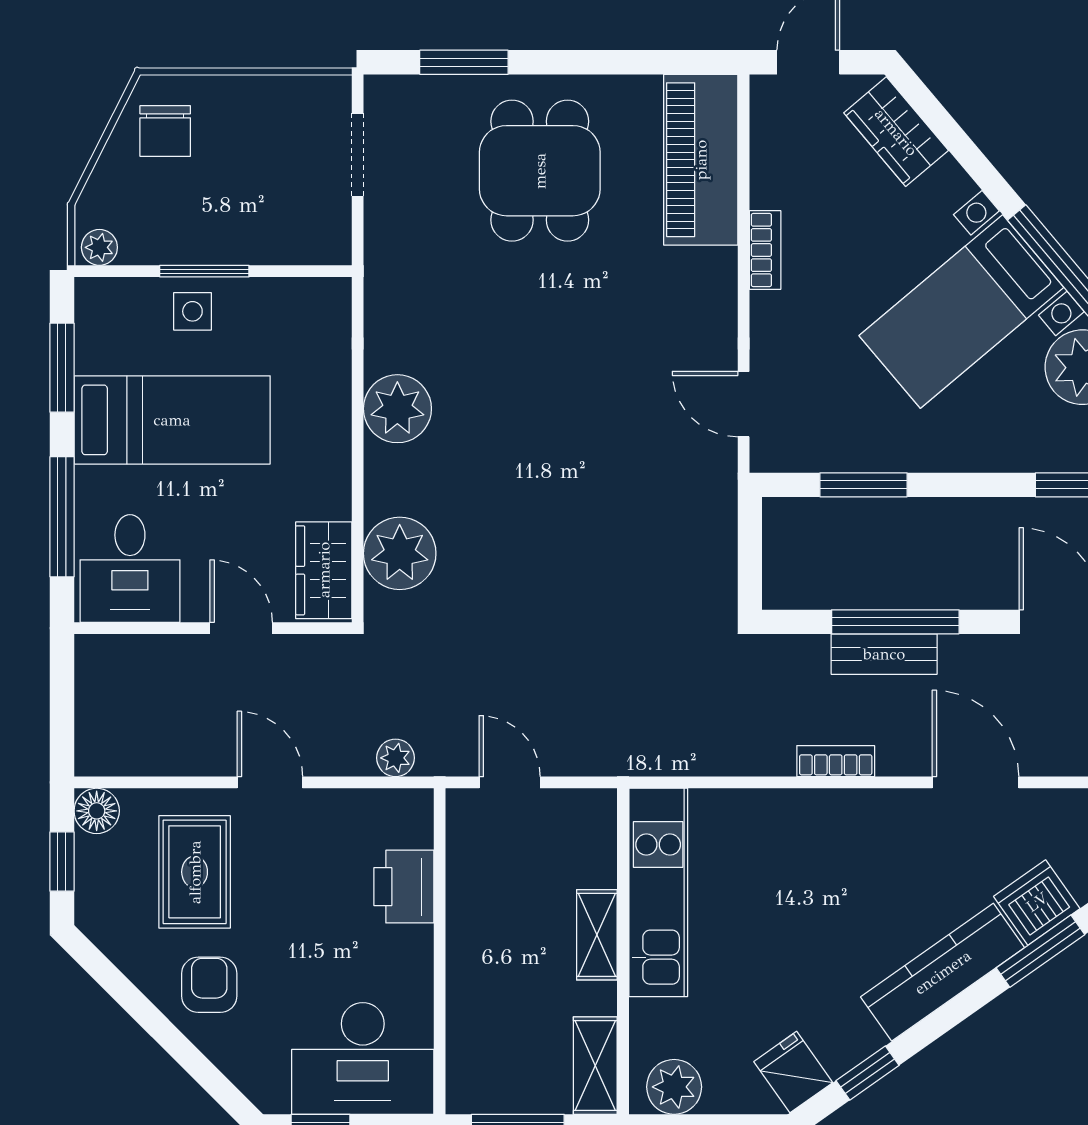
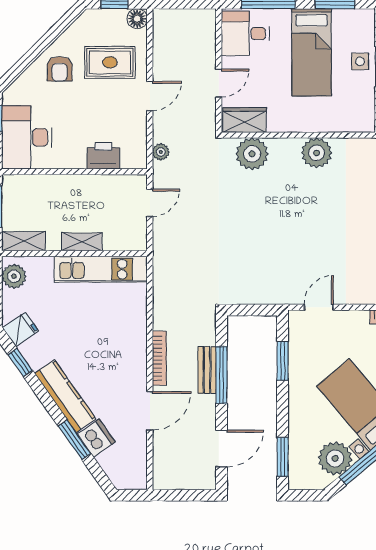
bookcase: (836, 761) -> (159, 358), width x1.56
armchair: (209, 985) -> (60, 69), turned 90

